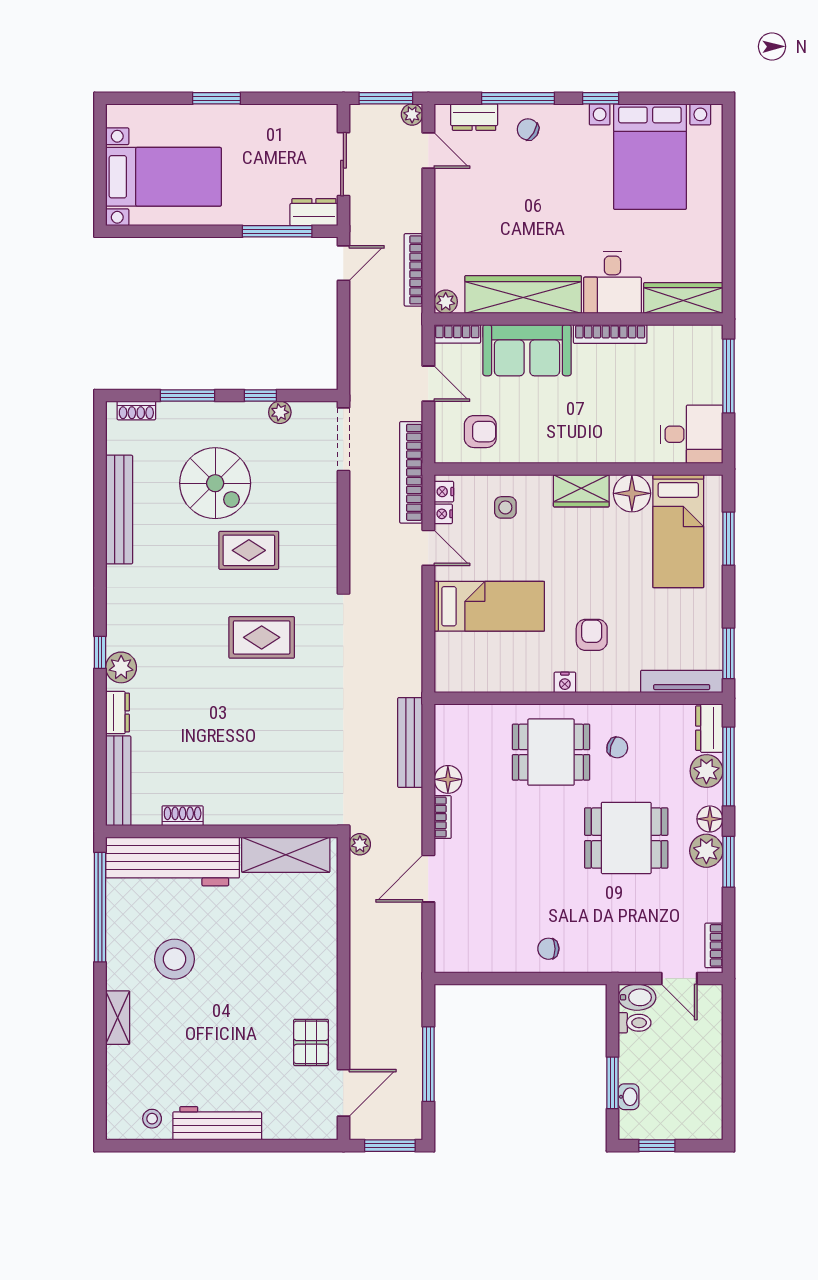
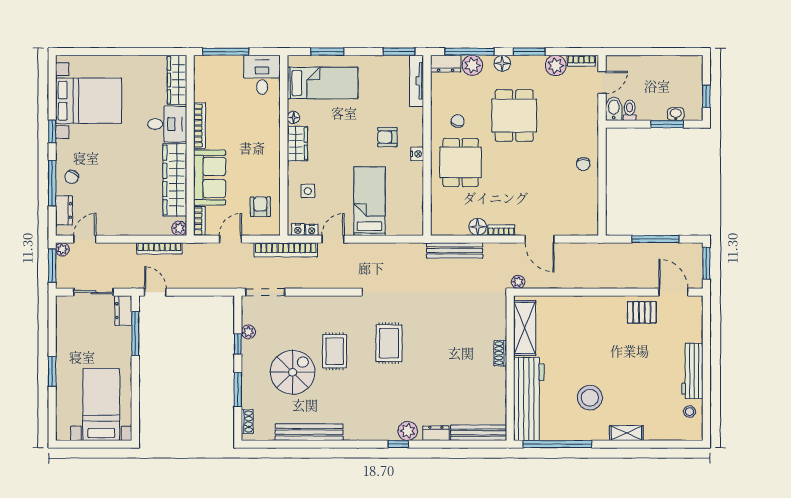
floor lamp: (632, 493) -> (293, 117), width x0.53, depth x0.53
shoe rack: (183, 816) -> (500, 353), moved
plant: (706, 851) -> (556, 66), moved

